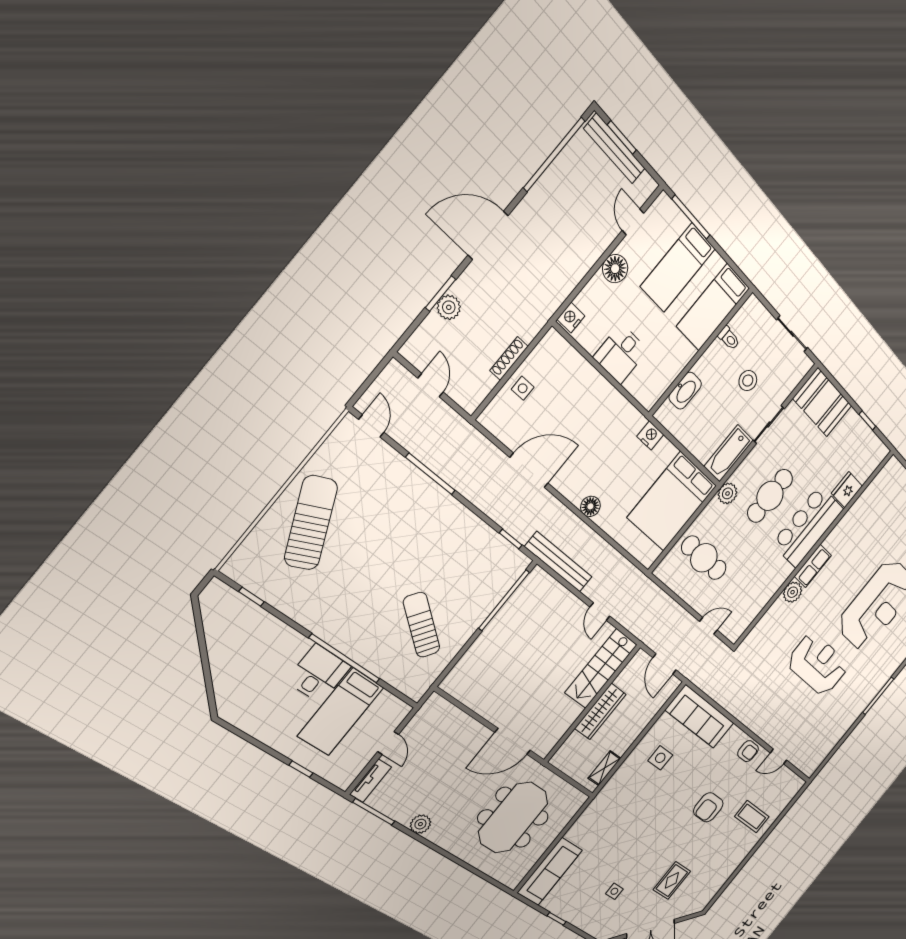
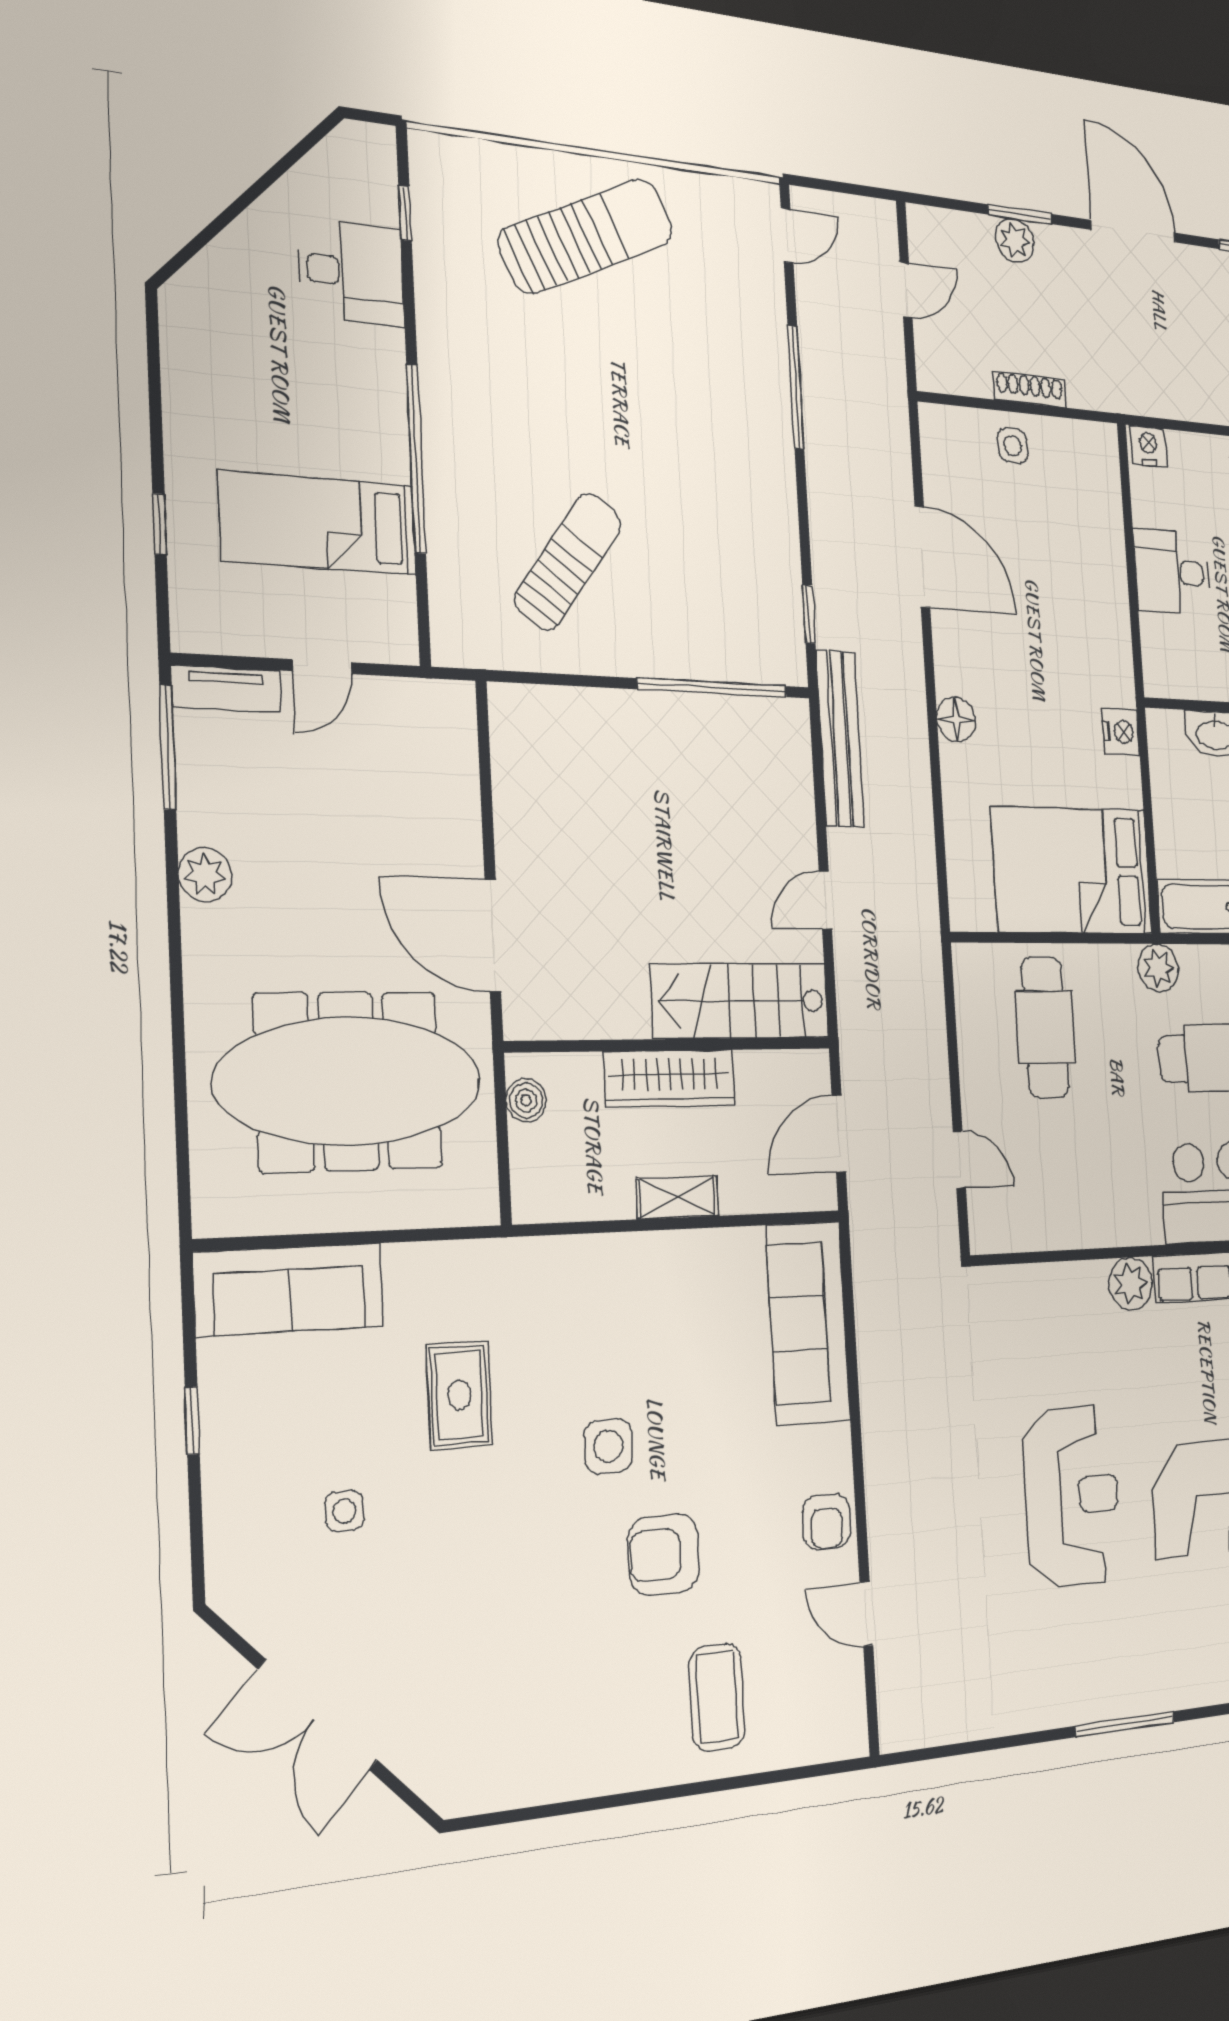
desk: (318, 674) -> (351, 272), moved
side table: (660, 758) -> (608, 1446), moved
boiler: (566, 764) -> (526, 1100), added
shelving: (605, 768) -> (677, 1197), moved
meeting table: (513, 817) -> (349, 1081), width x1.36
rug: (672, 880) -> (459, 1395), moved, turned 90

